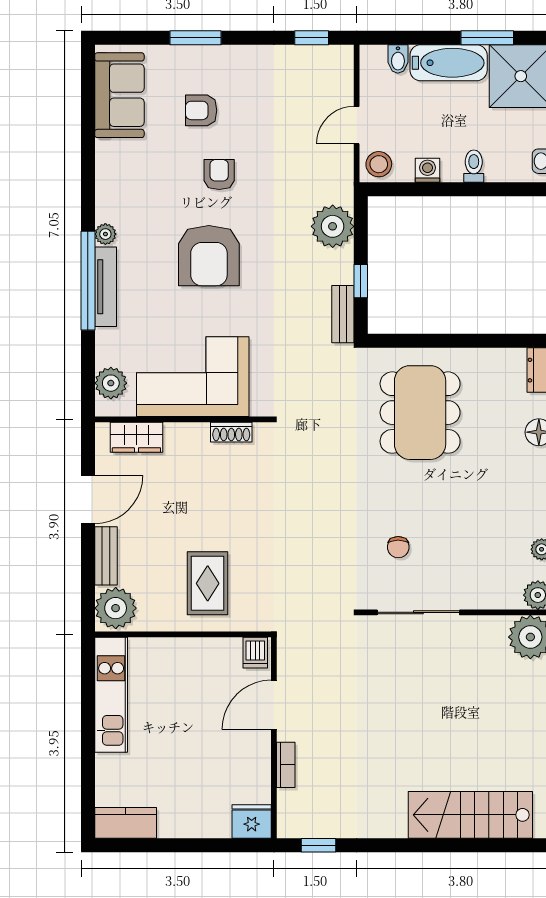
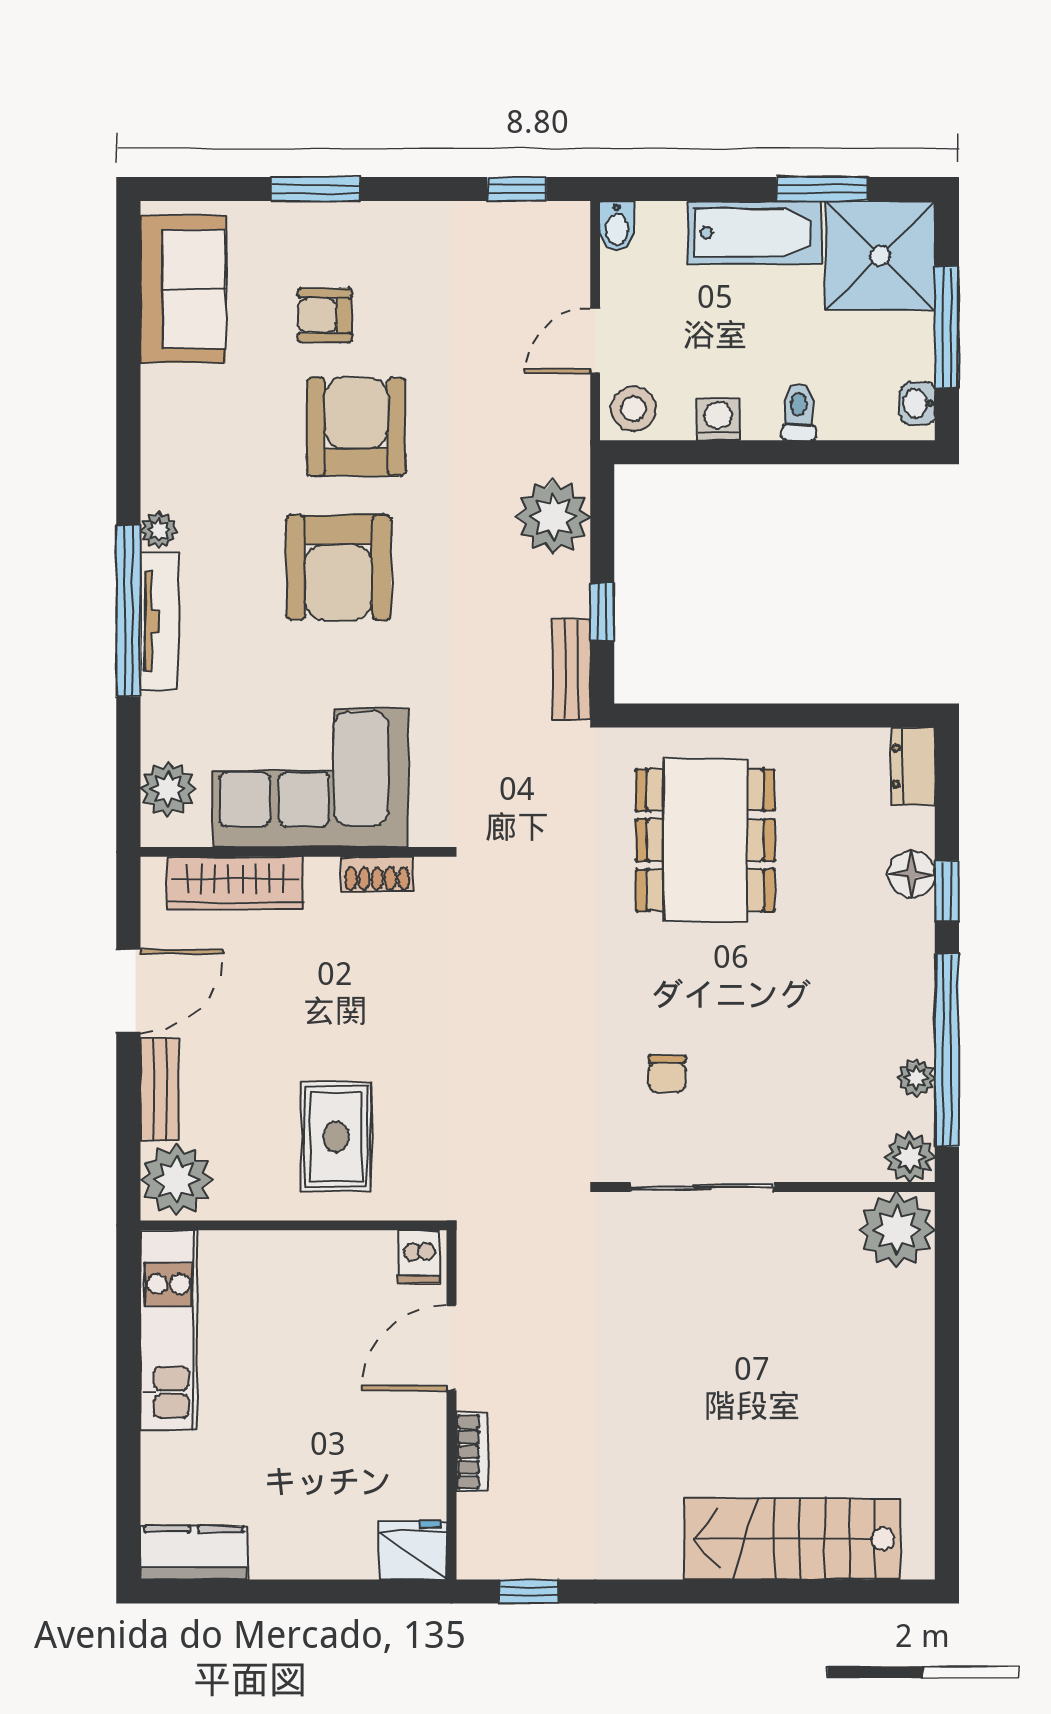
bidet: (398, 59) -> (617, 226), moved
armchair: (219, 175) -> (356, 427), width x1.88, depth x1.88
wardrobe: (136, 437) -> (235, 883), width x1.50

